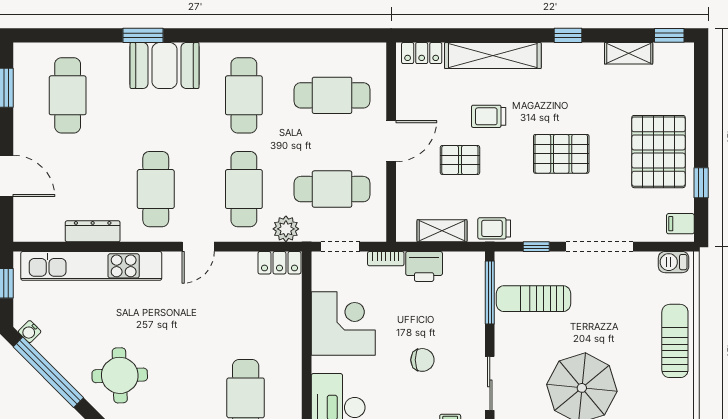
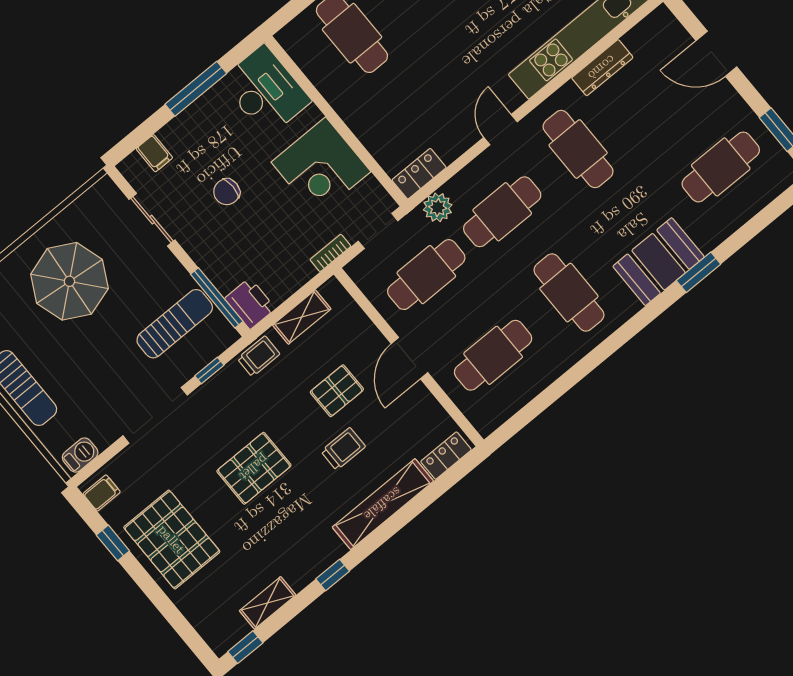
cafe table: (68, 95) -> (721, 167), turned 90
cafe table: (244, 189) -> (502, 212), turned 90
printer: (424, 266) -> (250, 303), moved, turned 90

